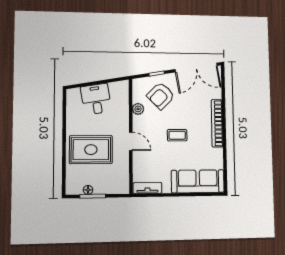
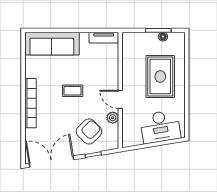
desk: (96, 99) -> (160, 127), width x1.37
door: (131, 141) -> (120, 99), moved
rug: (91, 150) -> (160, 77), turned 90

